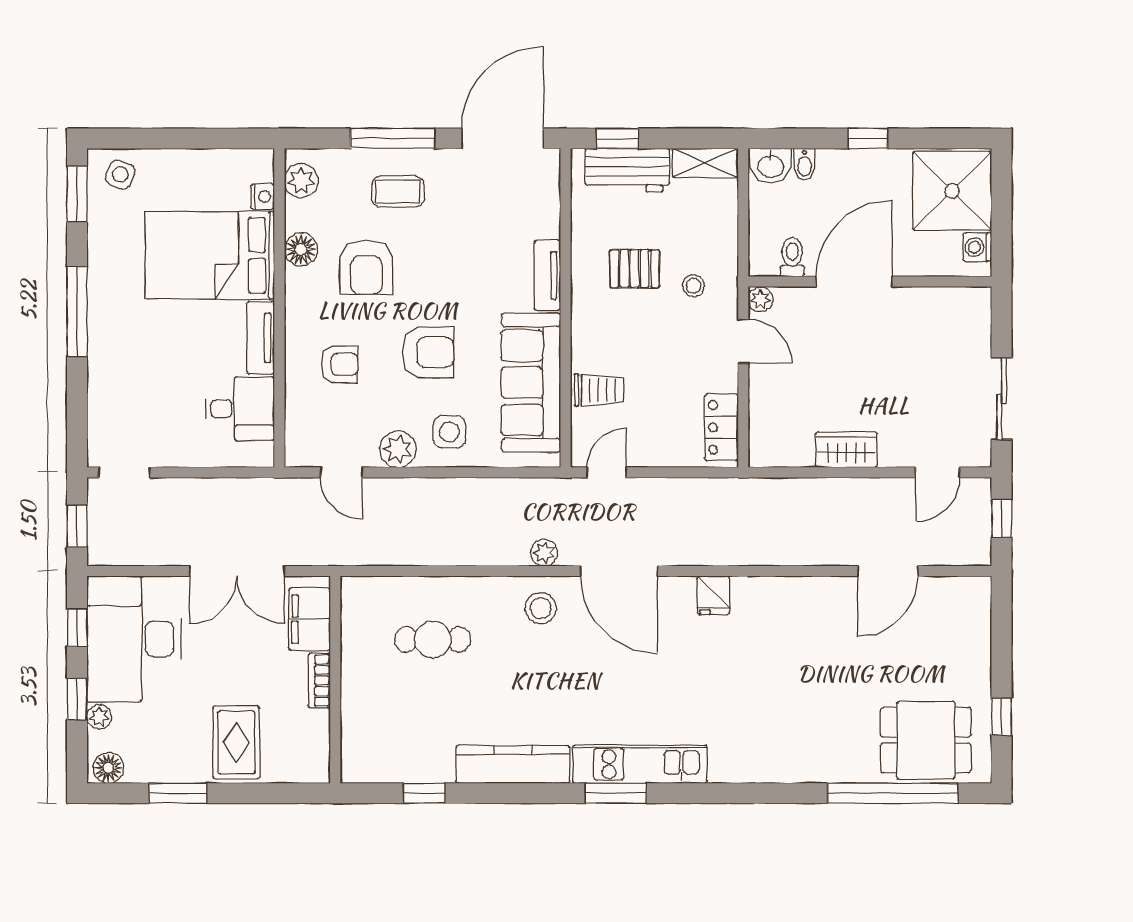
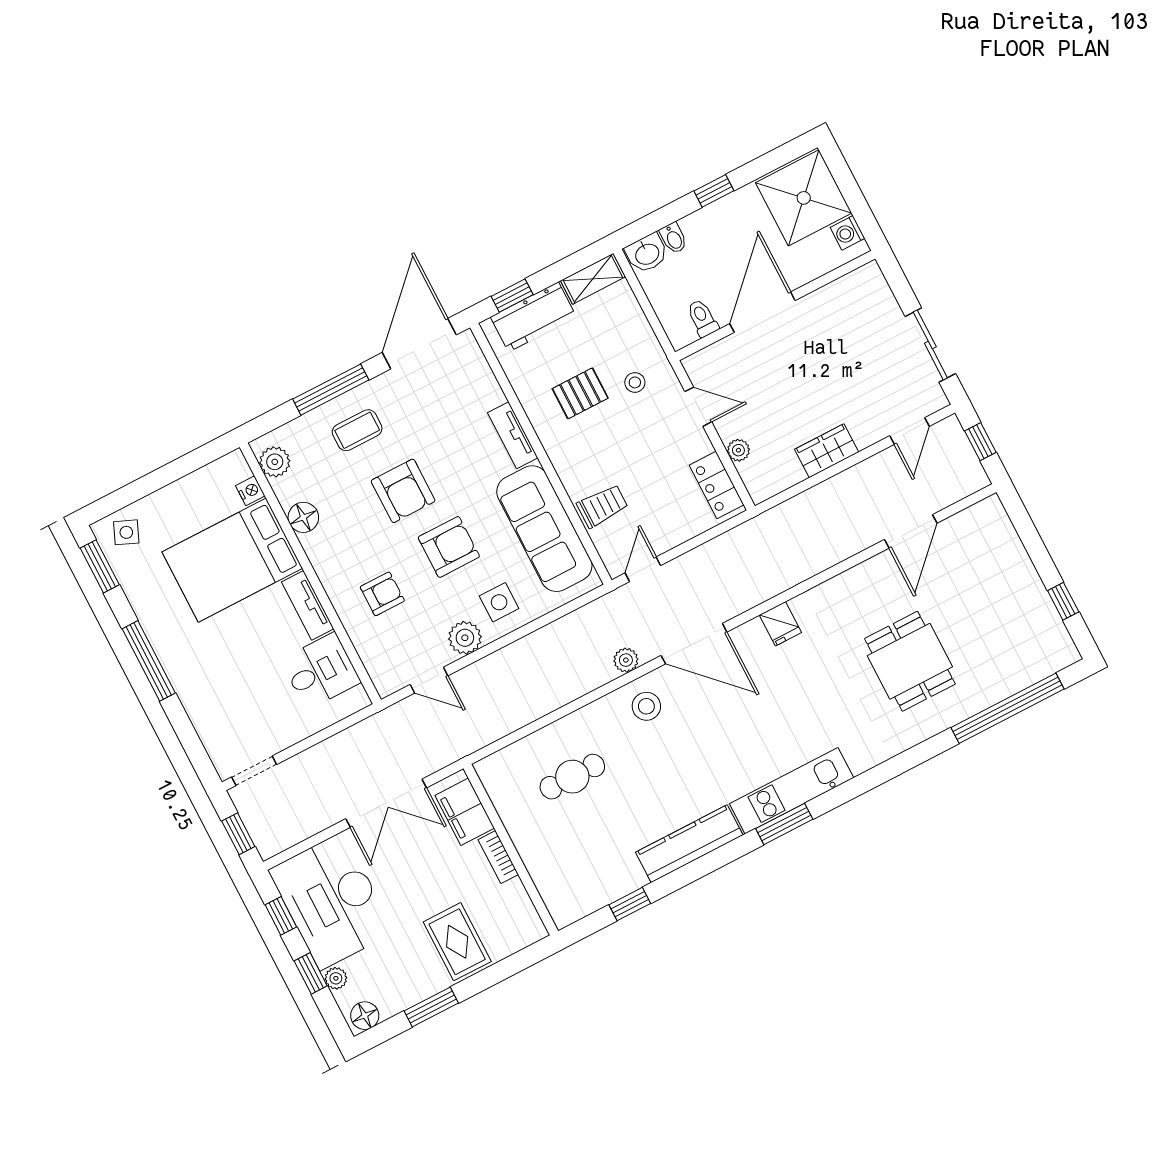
armchair: (366, 268) -> (403, 491), moved
plant: (761, 300) -> (738, 450), moved
dining table: (926, 740) -> (910, 661), moved, turned 90

